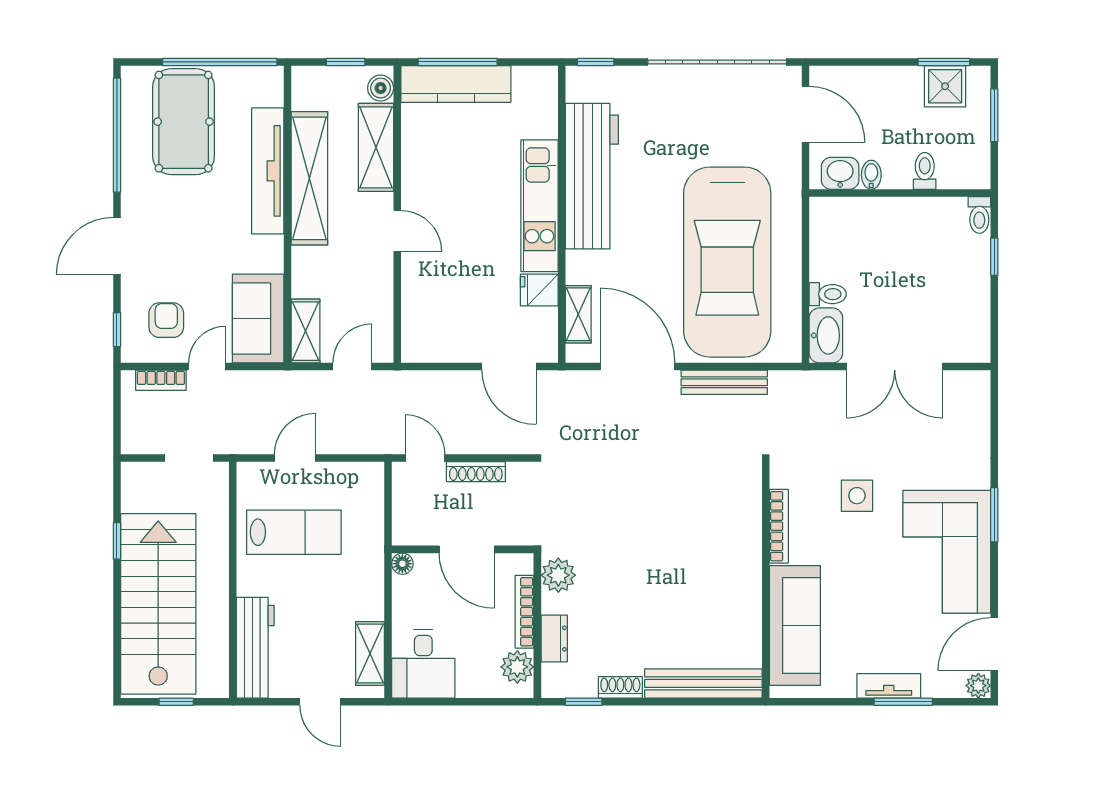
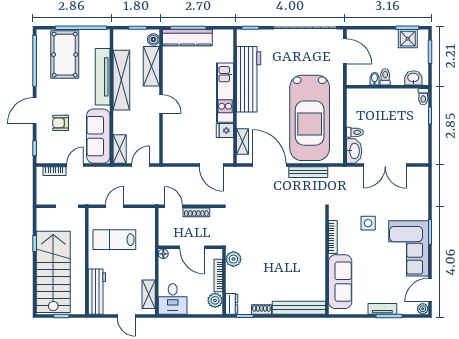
toilet: (925, 171) -> (385, 77), moved
washbasin: (840, 173) -> (413, 78), moved
sofa: (258, 318) -> (98, 136), width x1.36
armchair: (166, 320) -> (61, 123), moved, turned -90
lab bench: (294, 532) -> (114, 240), turned 180
dresser: (554, 639) -> (232, 304), moved

